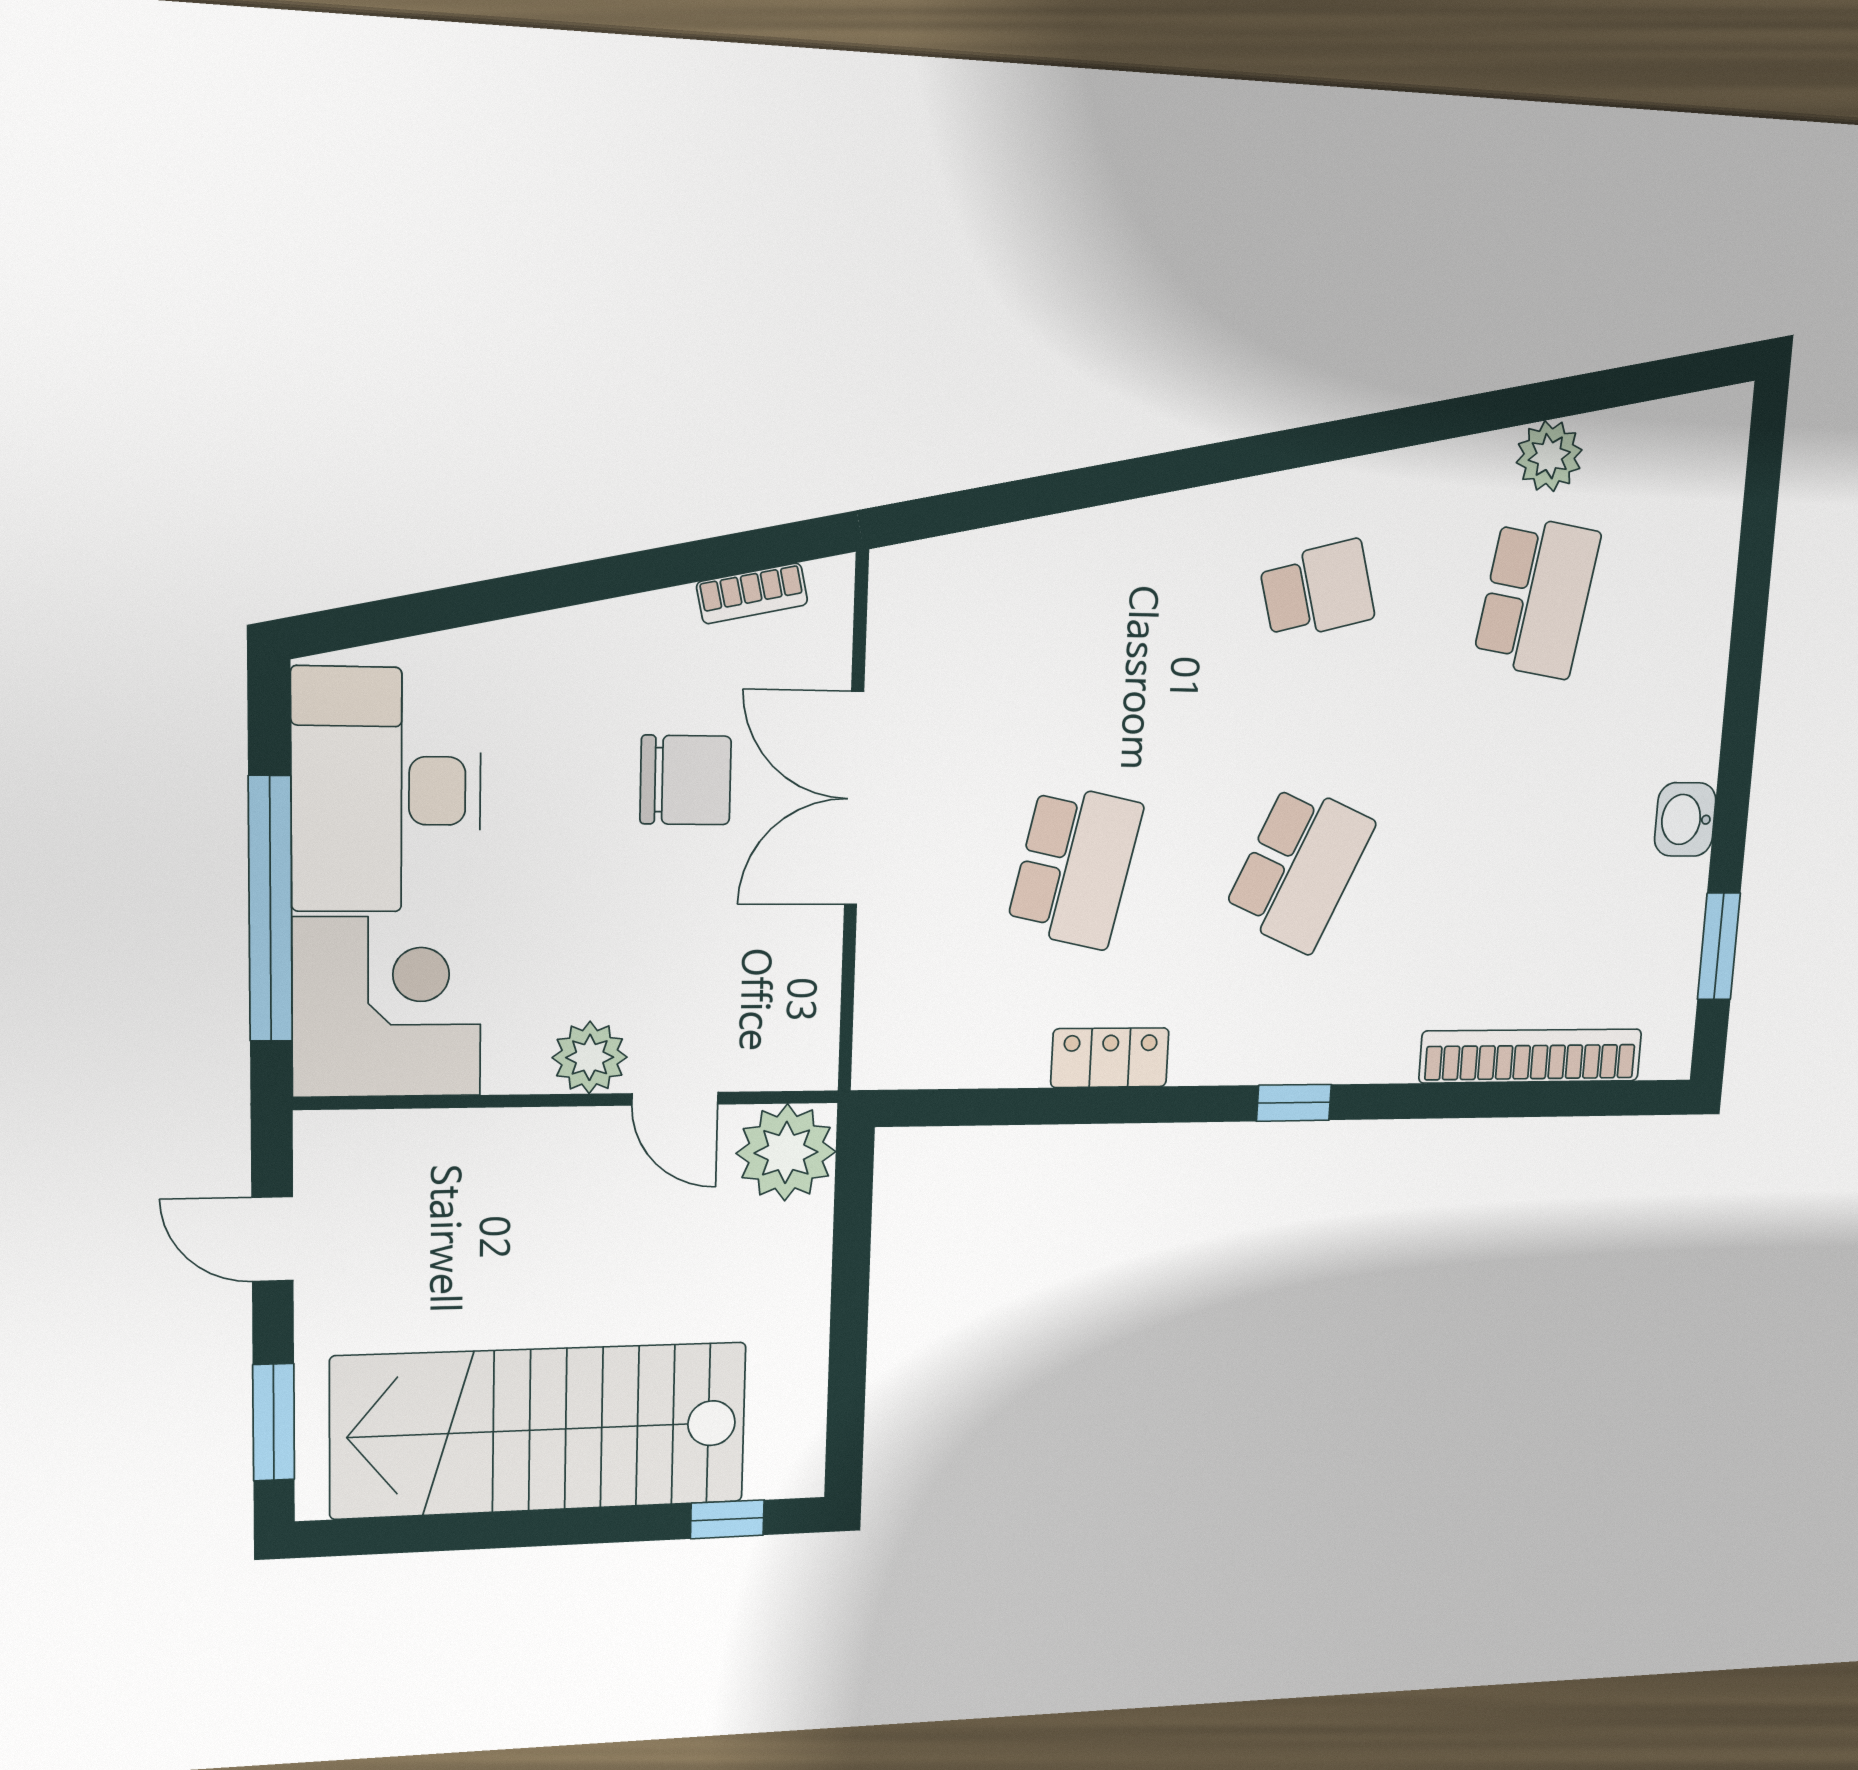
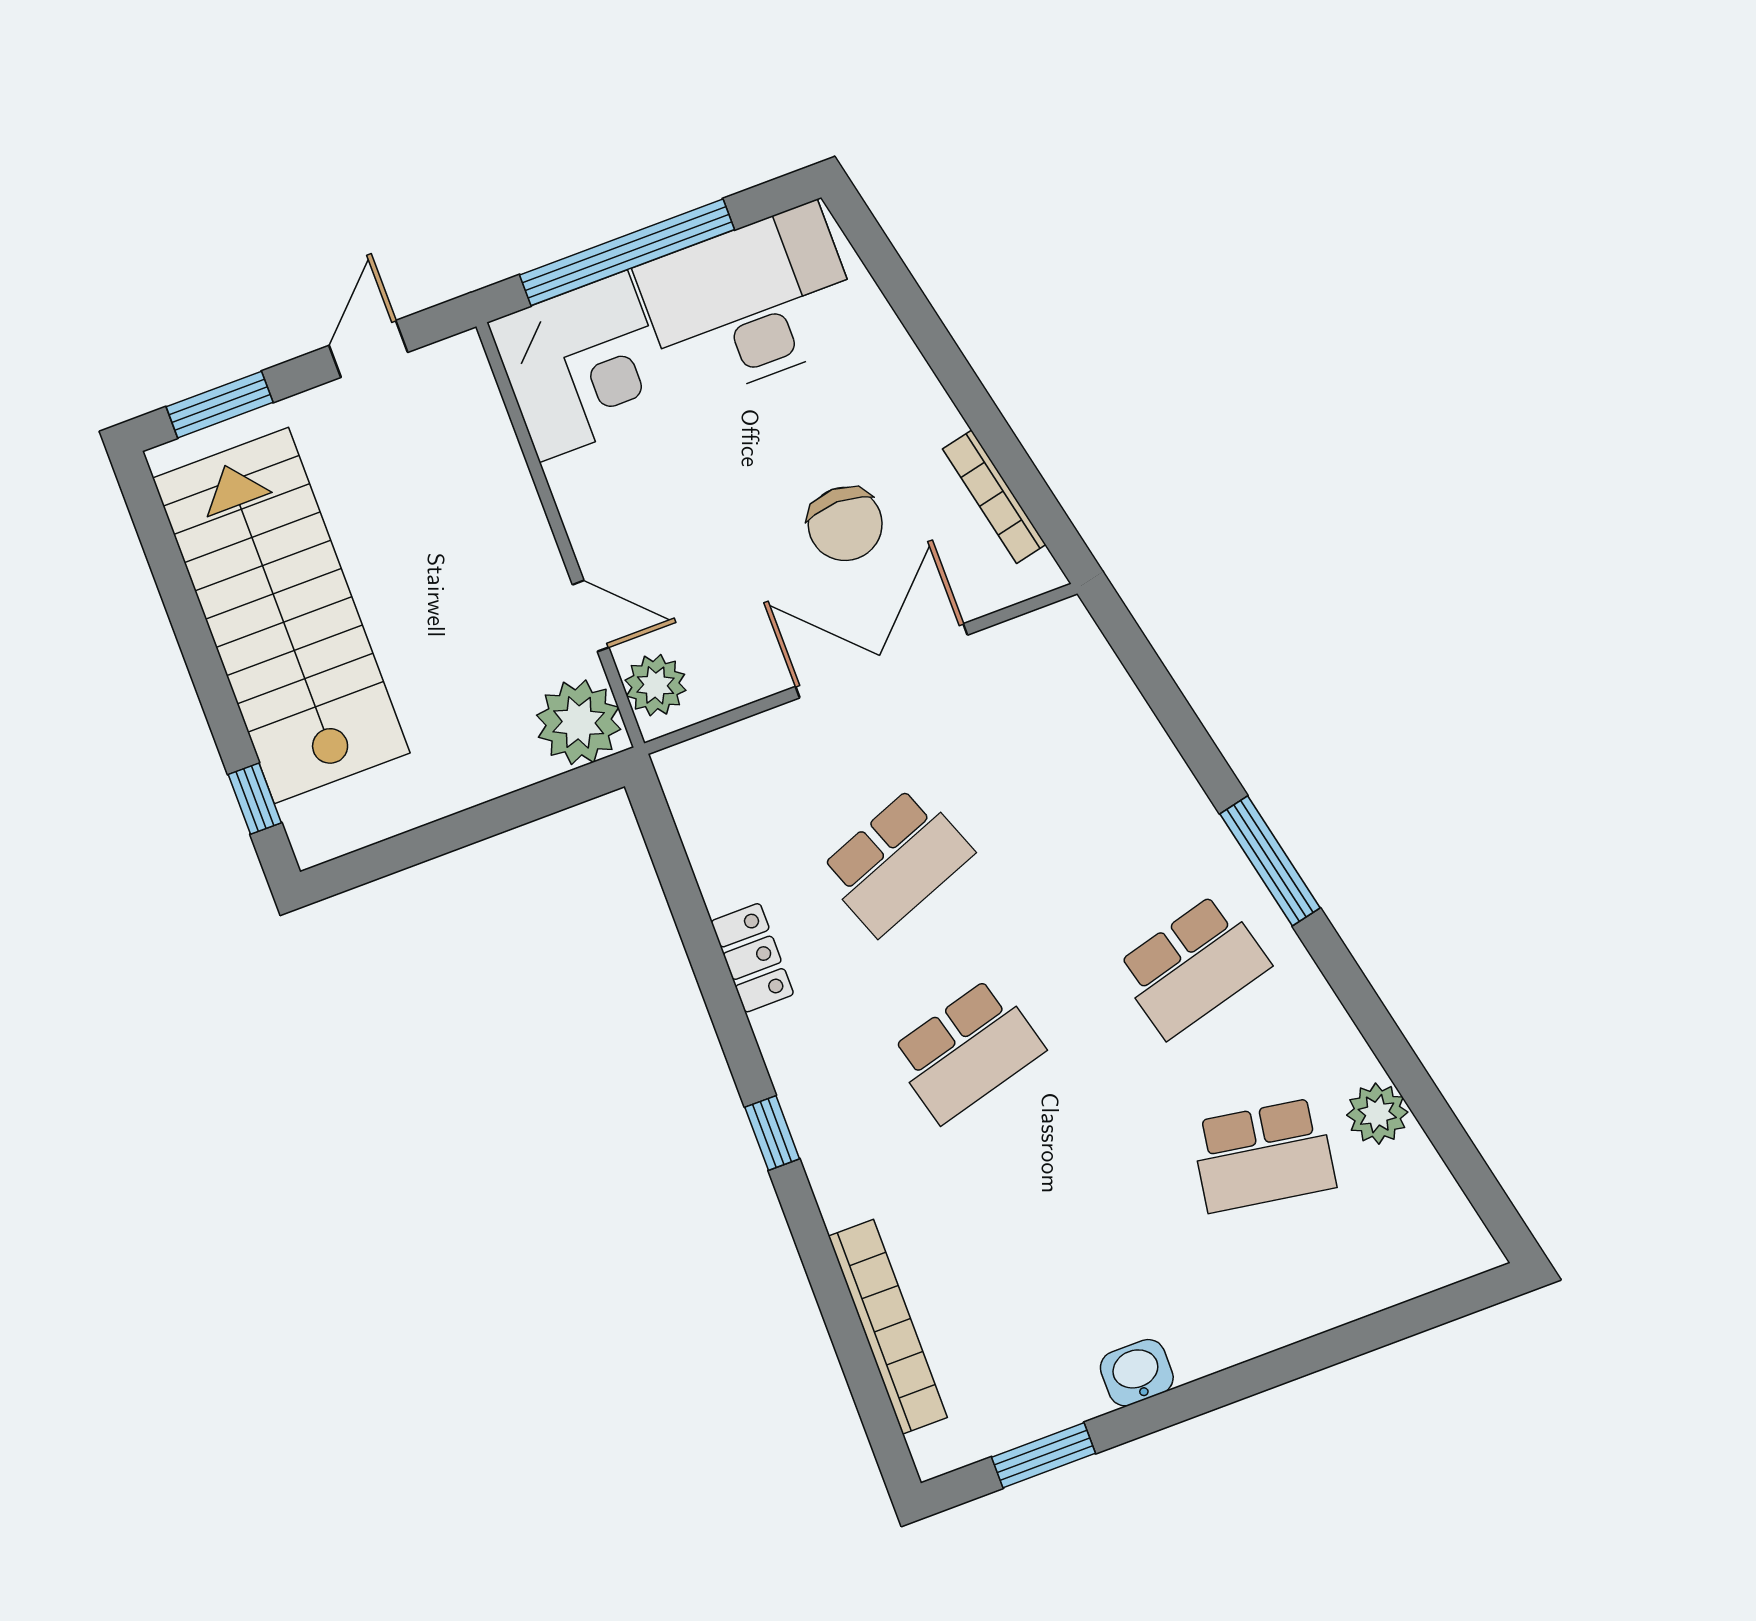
window: (1245, 458) -> (1270, 861), added
school desk: (1317, 590) -> (1193, 966), width x1.85
bookcase: (752, 593) -> (994, 497), width x1.56
school desk: (1075, 866) -> (896, 861), turned -33
school desk: (1299, 868) -> (967, 1050), turned -39
plant: (590, 1057) -> (655, 685), moved
door: (675, 1099) -> (591, 616), swing flipped

